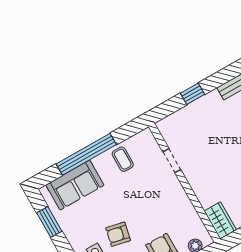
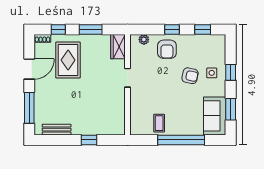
doorway: (172, 161) -> (128, 78), moved
sofa: (75, 185) -> (215, 116), moved, turned -90

